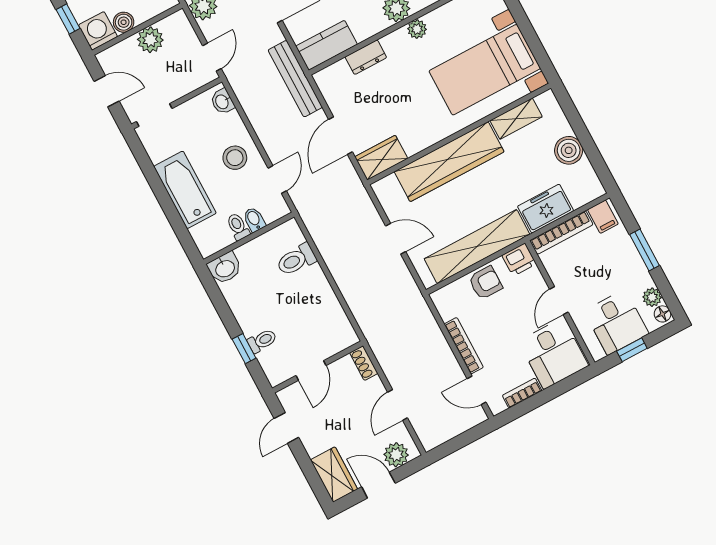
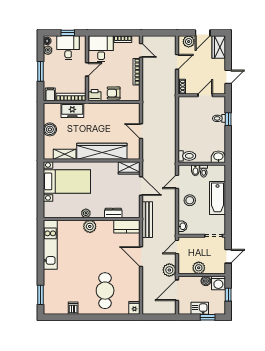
door: (107, 91) -> (228, 256), swing flipped
door: (341, 136) -> (141, 186), hinge flipped
shelving: (477, 247) -> (109, 110), removed
toilet: (296, 260) -> (187, 156), moved
door: (378, 485) -> (203, 33), hinge flipped

